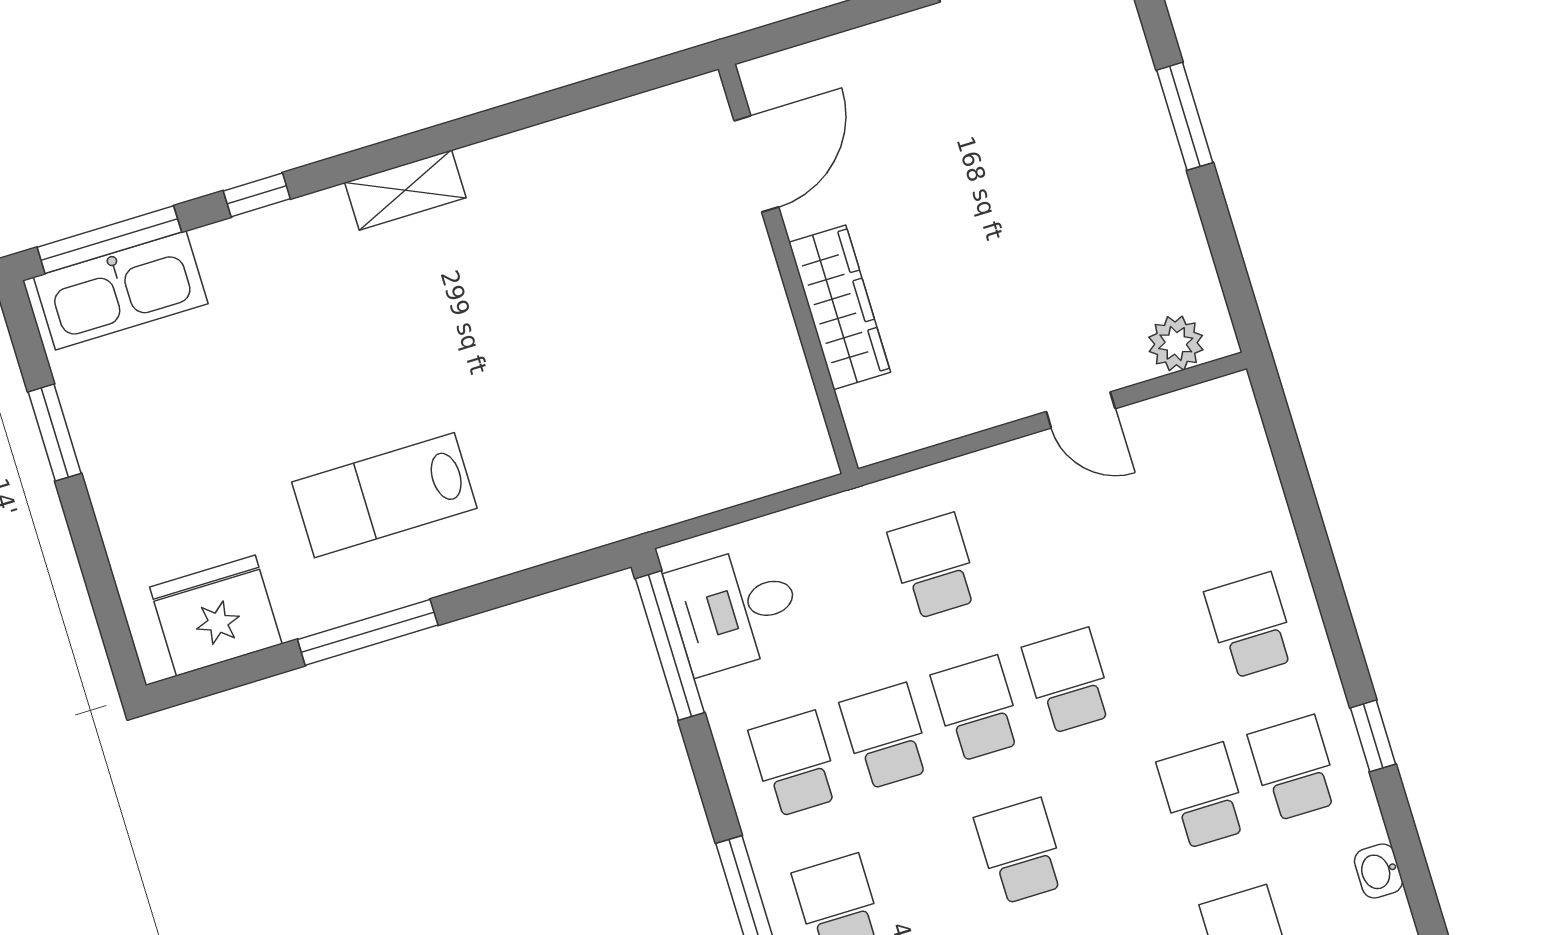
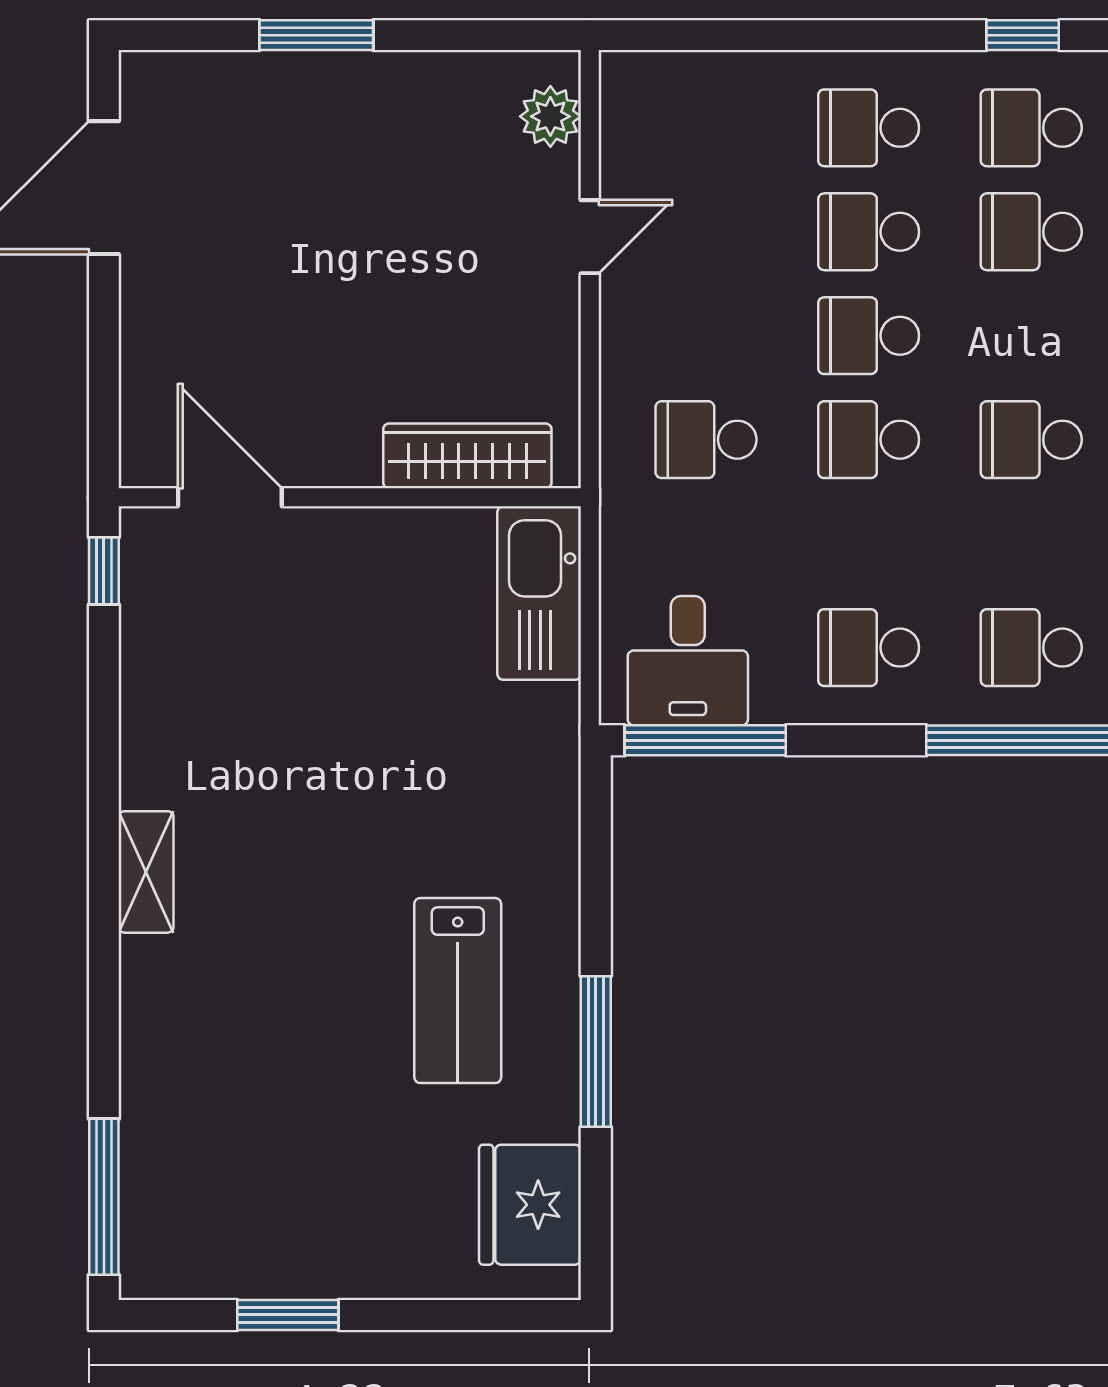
window: (257, 195) -> (104, 571), moved
kitchen sink: (121, 290) -> (539, 593), moved, turned 180
wardrobe: (840, 307) -> (467, 456), moved
school desk: (886, 736) -> (869, 232), moved

